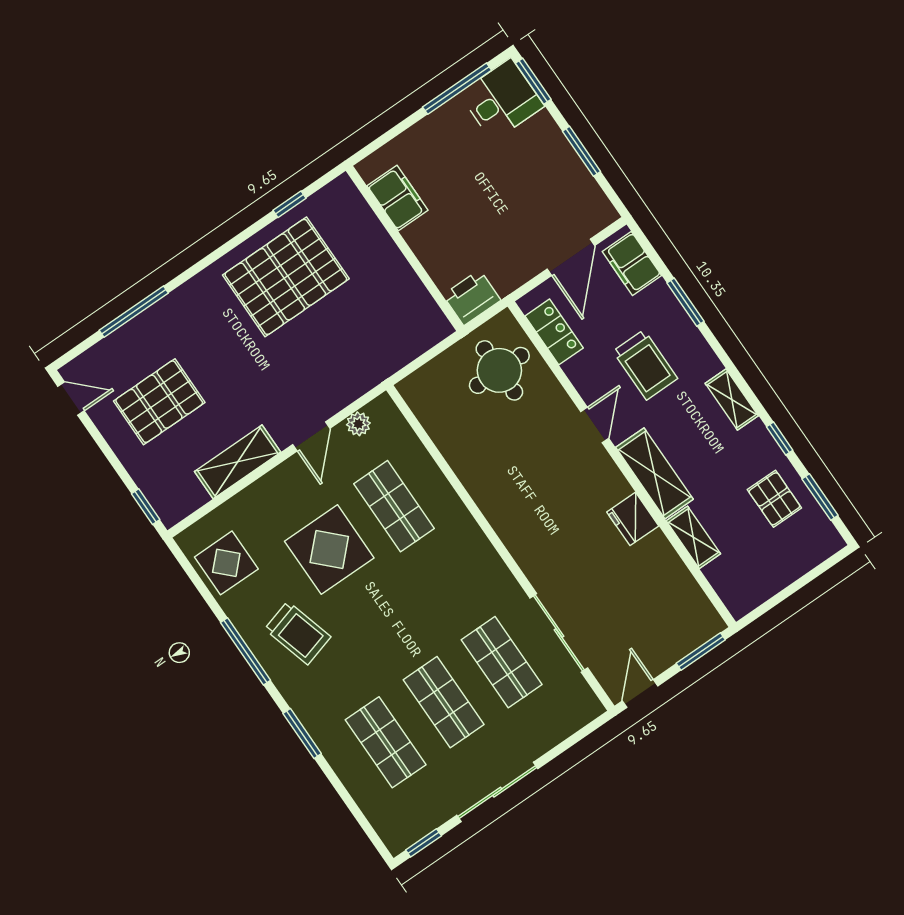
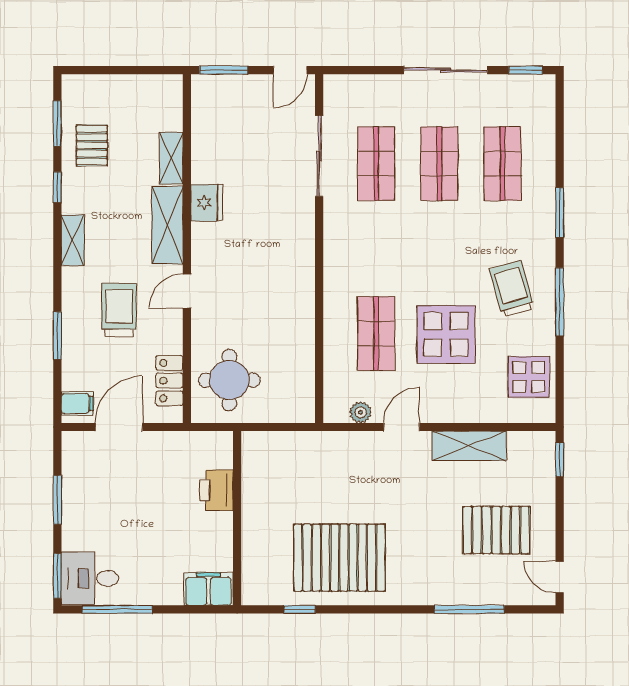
filing cabinet: (398, 198) -> (209, 589), moved, turned 90
filing cabinet: (632, 264) -> (77, 403), width x0.50
printer: (472, 298) -> (216, 490), moved, turned 90

